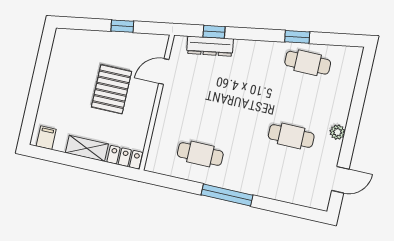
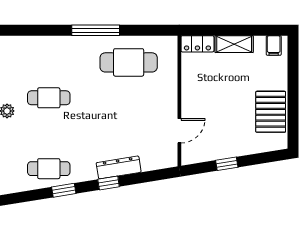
window: (214, 32) -> (109, 183), moved
dresser: (210, 46) -> (119, 167), moved
pallet: (111, 89) -> (271, 112), moved
cafe table: (200, 154) -> (129, 62), width x1.37, depth x1.35

